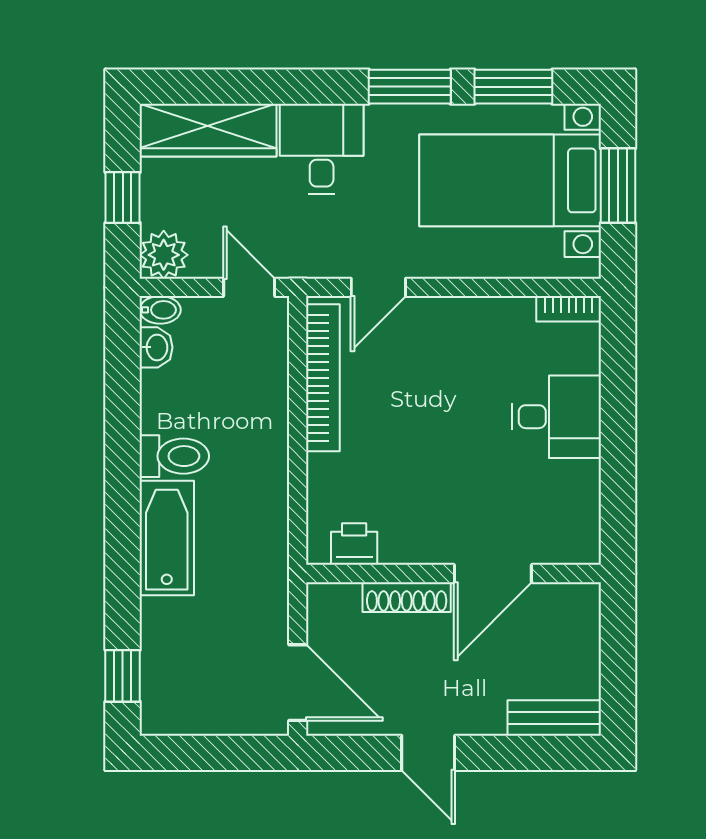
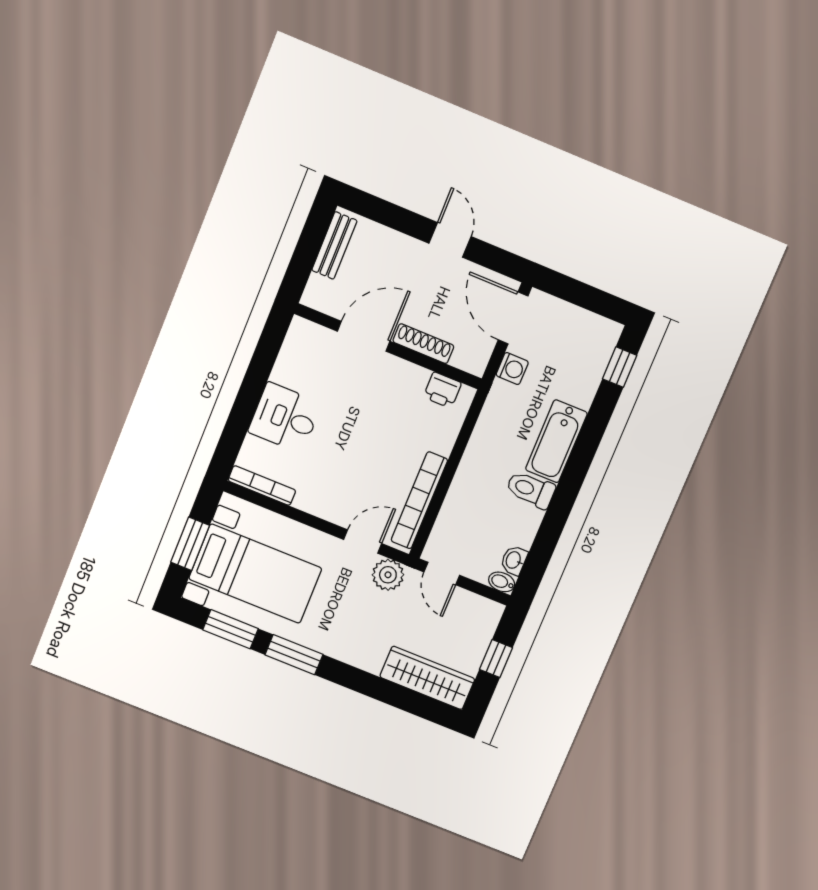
desk: (322, 149) -> (363, 639), removed
plant: (164, 255) -> (388, 575), moved
bookcase: (569, 309) -> (262, 485), width x1.56
washing machine: (270, 613) -> (512, 369), added
bench: (554, 718) -> (334, 245), moved, turned 90

